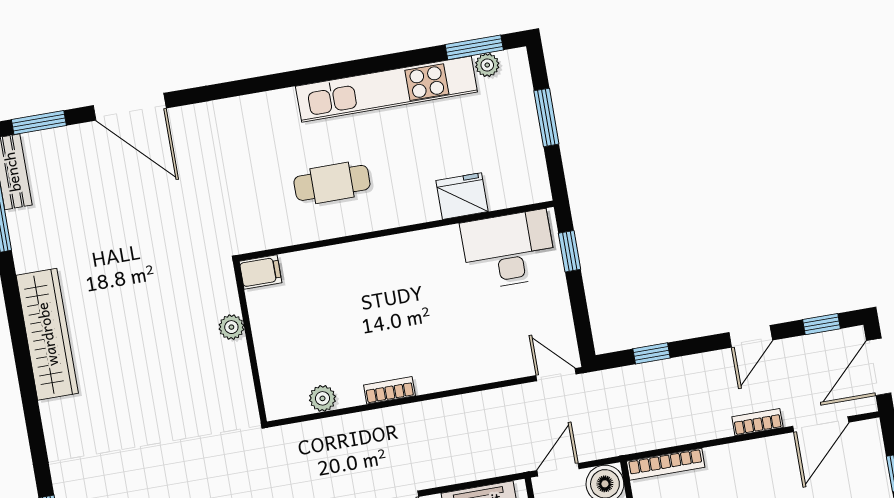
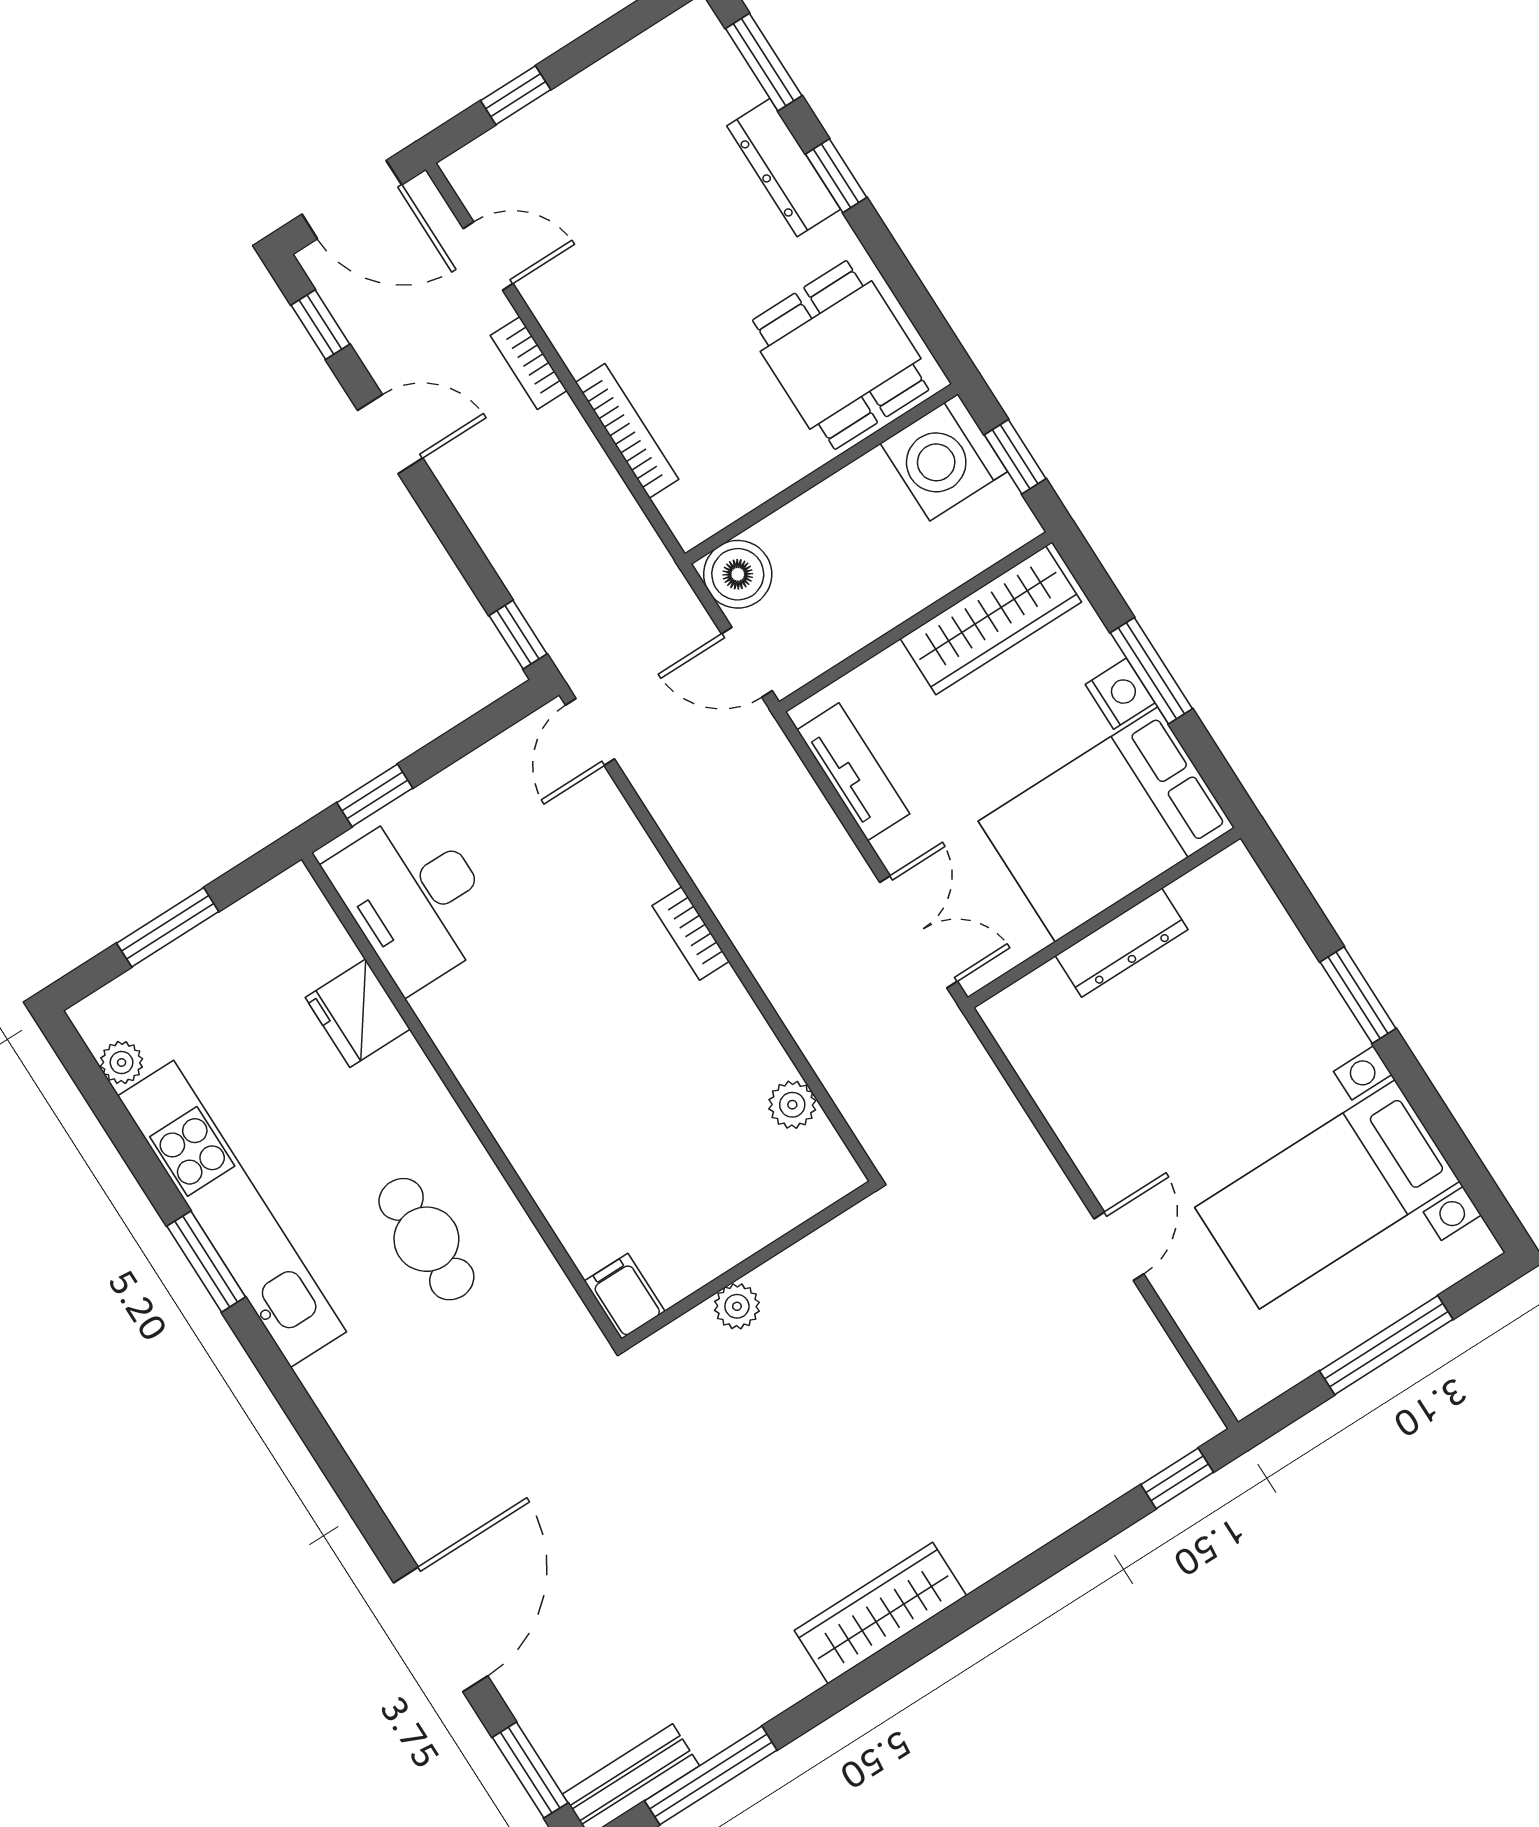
window: (474, 47) -> (206, 1262), moved
wardrobe: (47, 334) -> (880, 1613), width x0.71, depth x0.85
window: (652, 353) -> (518, 635), moved
bookcase: (389, 390) -> (691, 934), moved
door: (821, 424) -> (488, 256), width x0.73
bookcase: (666, 464) -> (627, 431), moved

